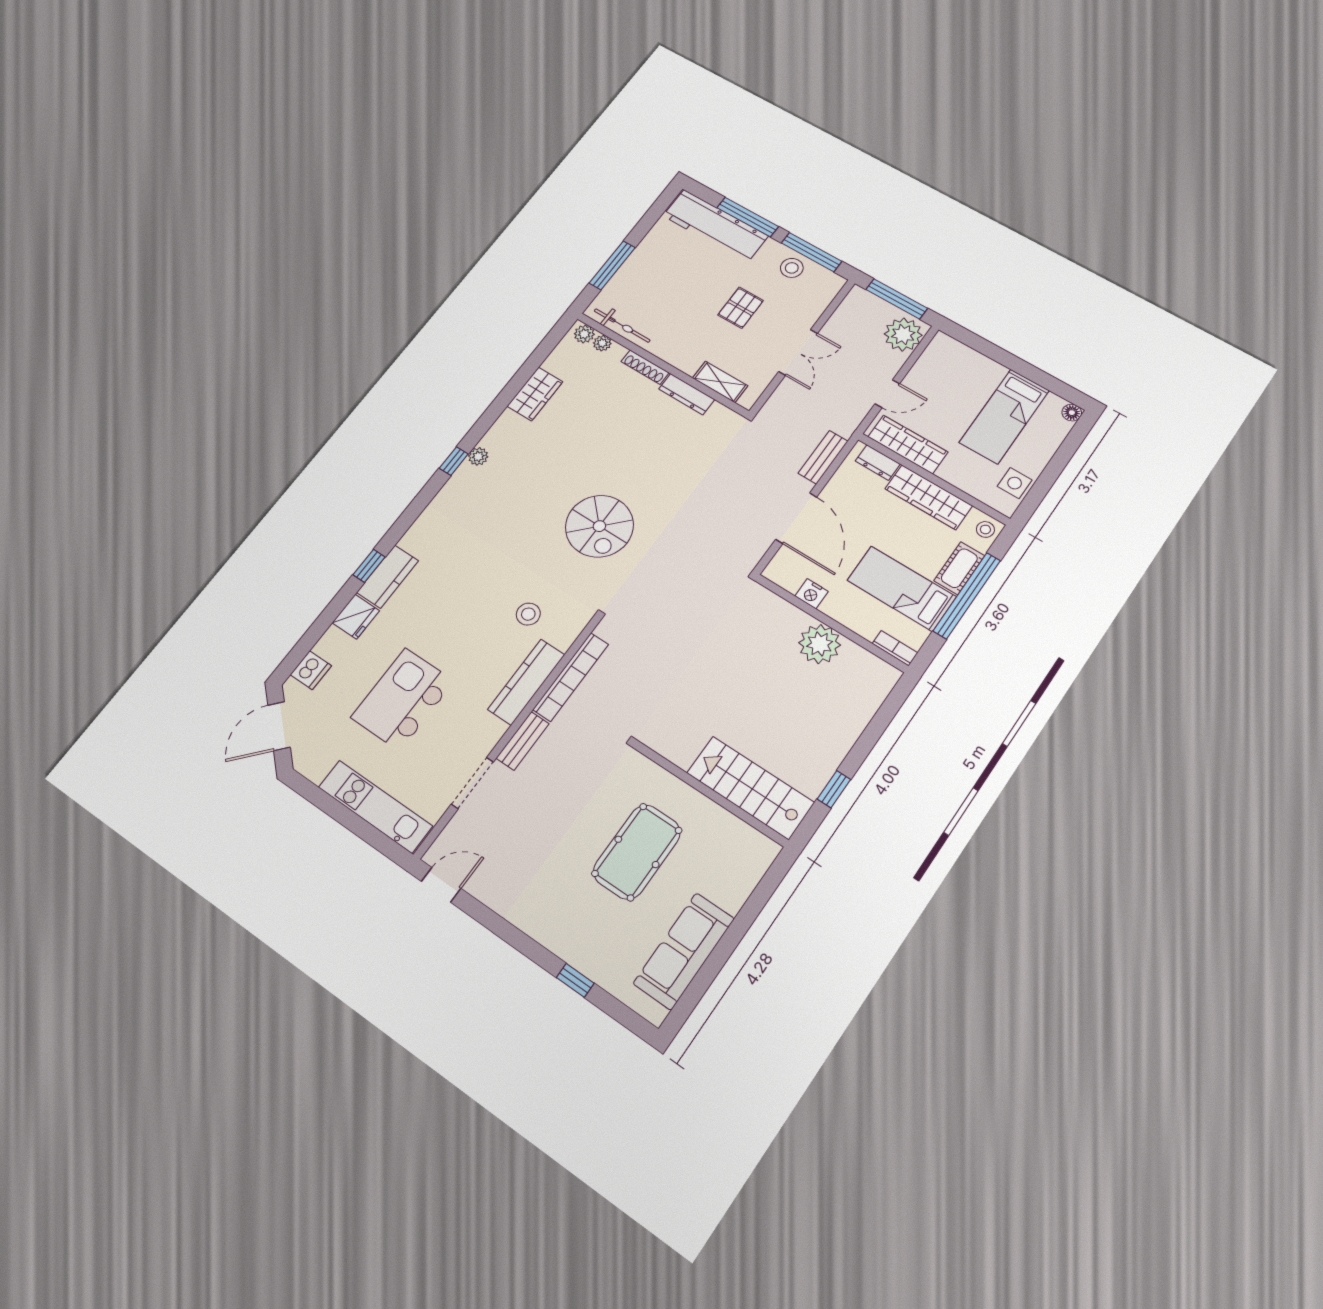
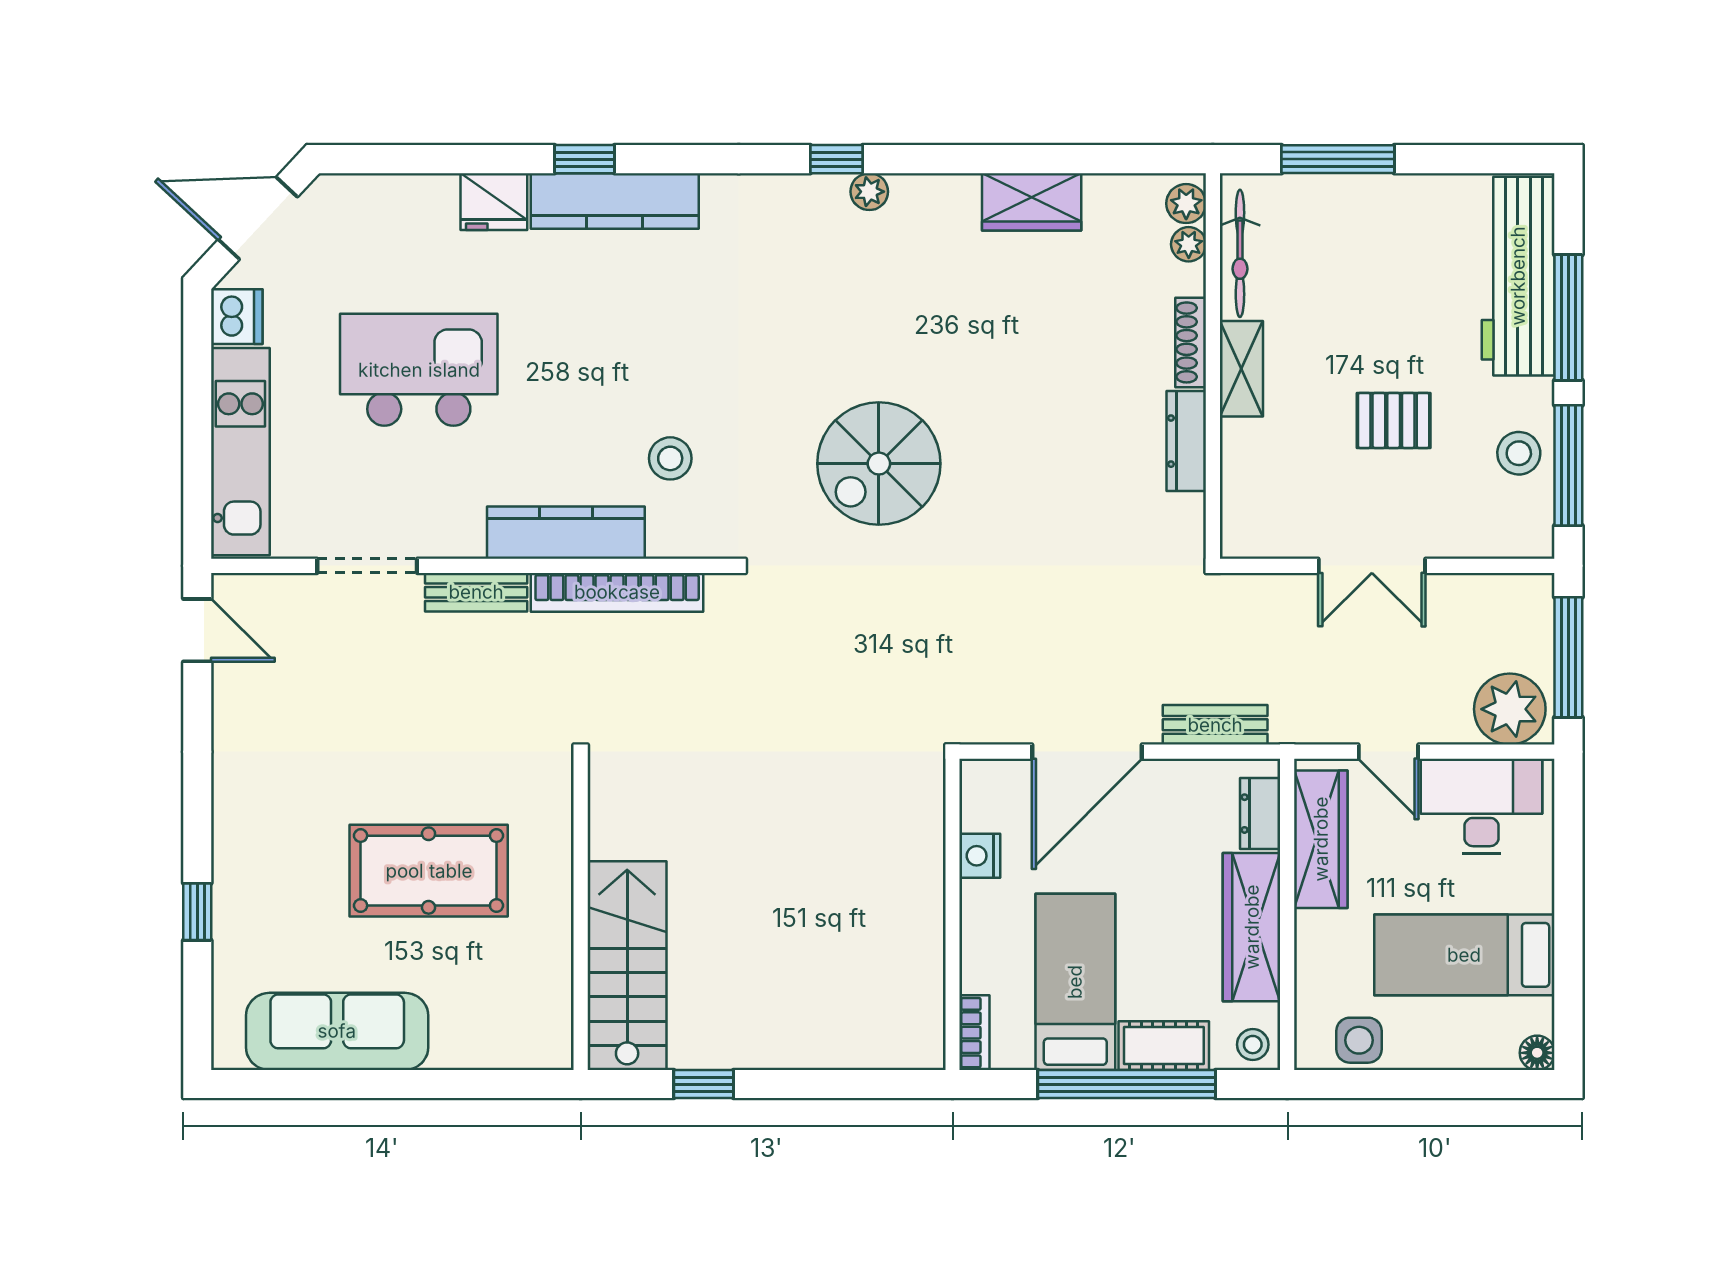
desk: (940, 371) -> (1481, 806), added
shelving: (720, 382) -> (1241, 369), moved
kitchen counter: (388, 577) -> (615, 201), width x1.50
plant: (820, 644) -> (909, 920), removed
dishwasher: (311, 670) -> (237, 317), moved, turned -90

